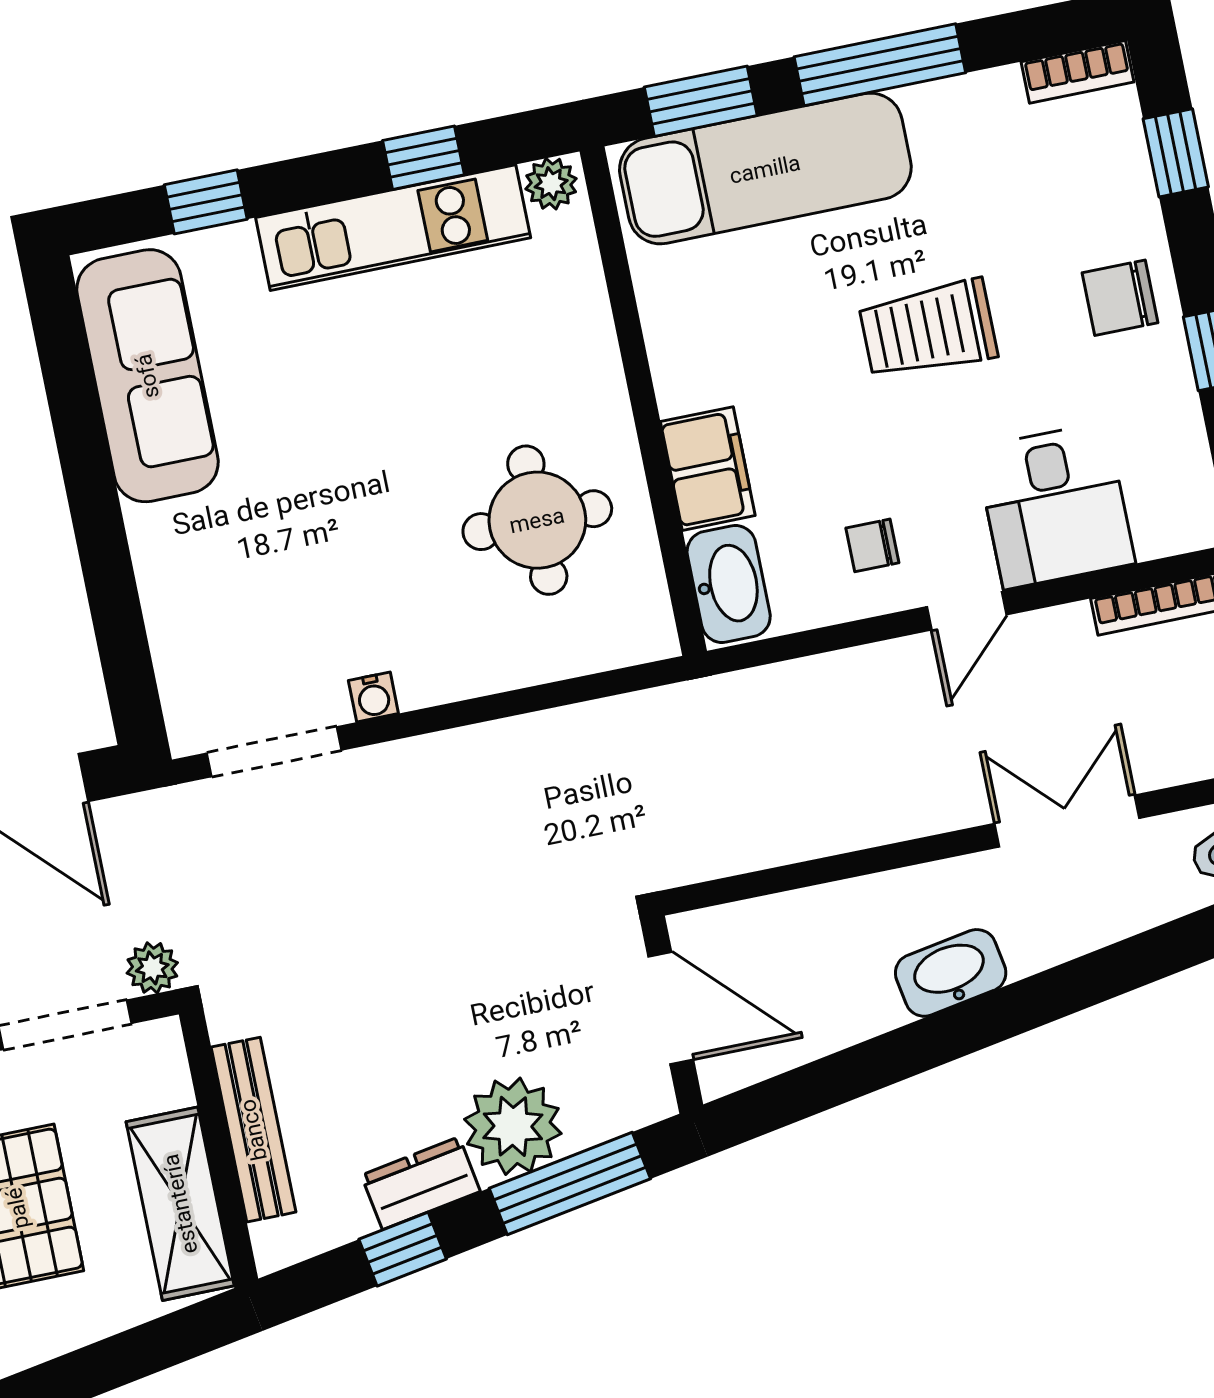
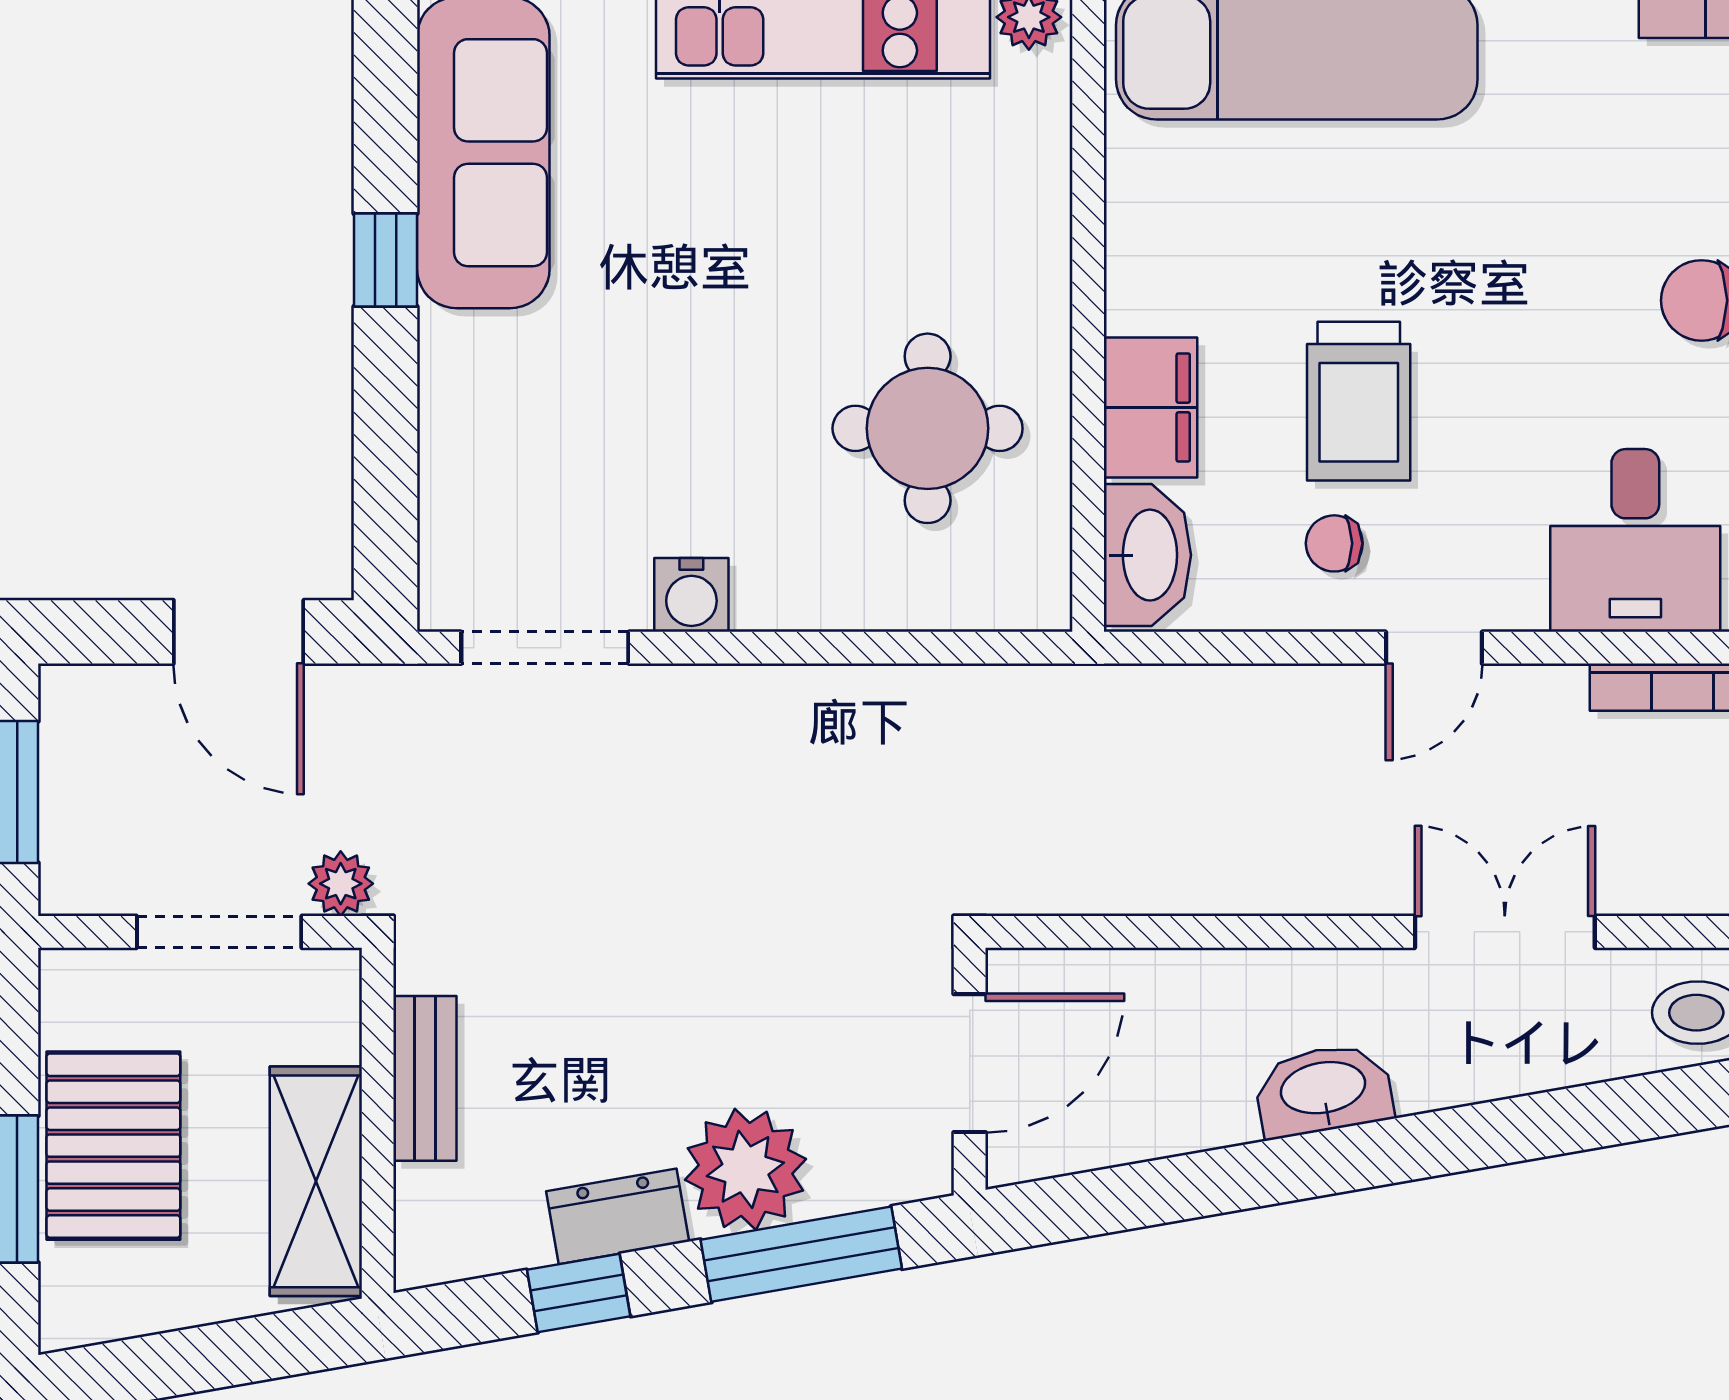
trolley: (928, 329) -> (1359, 401), moved, turned -90
window: (88, 475) -> (386, 260), added
desk: (1055, 506) -> (1635, 540), moved
water cooler: (373, 697) -> (691, 595), width x1.38, depth x1.38
door: (671, 1008) -> (970, 1063), hinge flipped
bench: (253, 1130) -> (425, 1078), width x0.73

